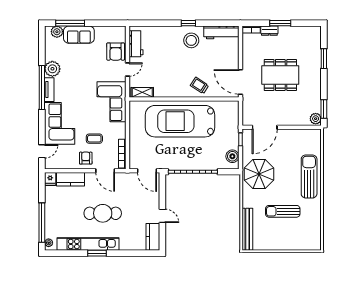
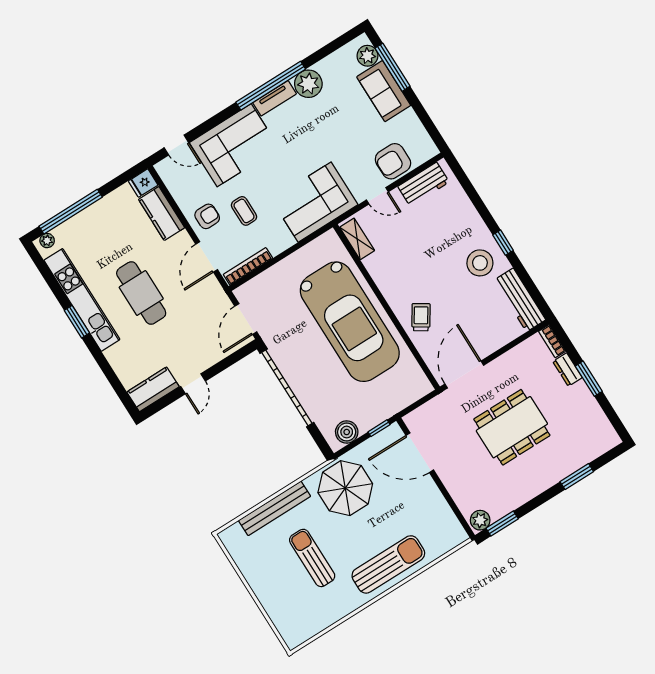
dining table: (280, 75) -> (512, 427), turned 90
car: (180, 121) -> (350, 322), turned 180
bench: (247, 229) -> (275, 508), moved

